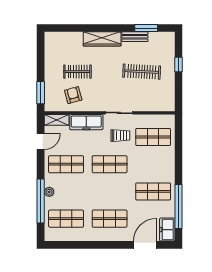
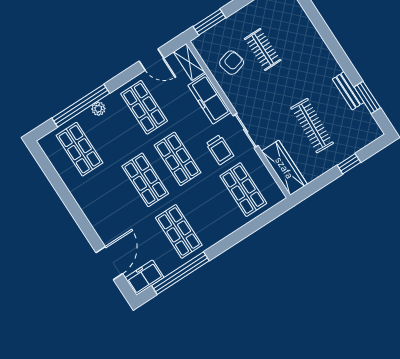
wardrobe: (102, 39) -> (284, 168), moved, turned 180
shop shelf: (110, 219) -> (145, 180), moved
door: (145, 245) -> (109, 263), hinge flipped

